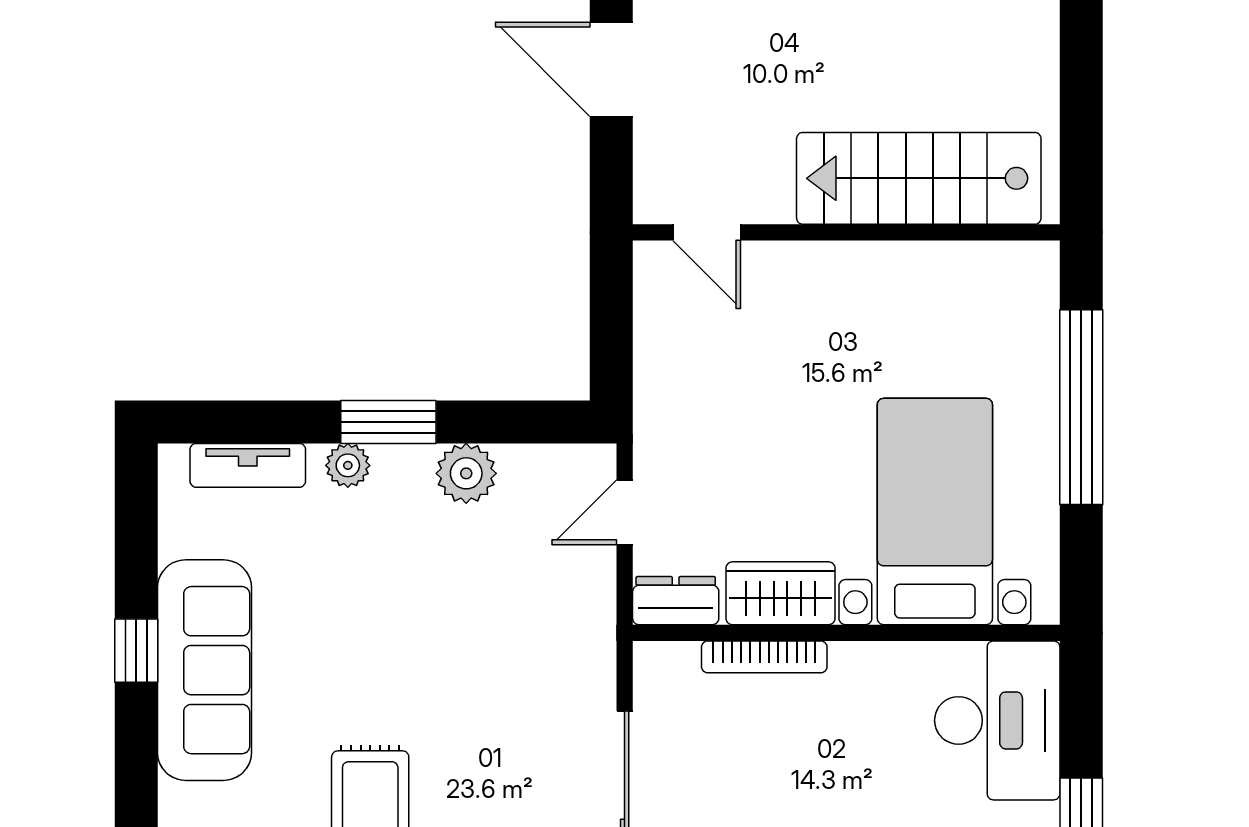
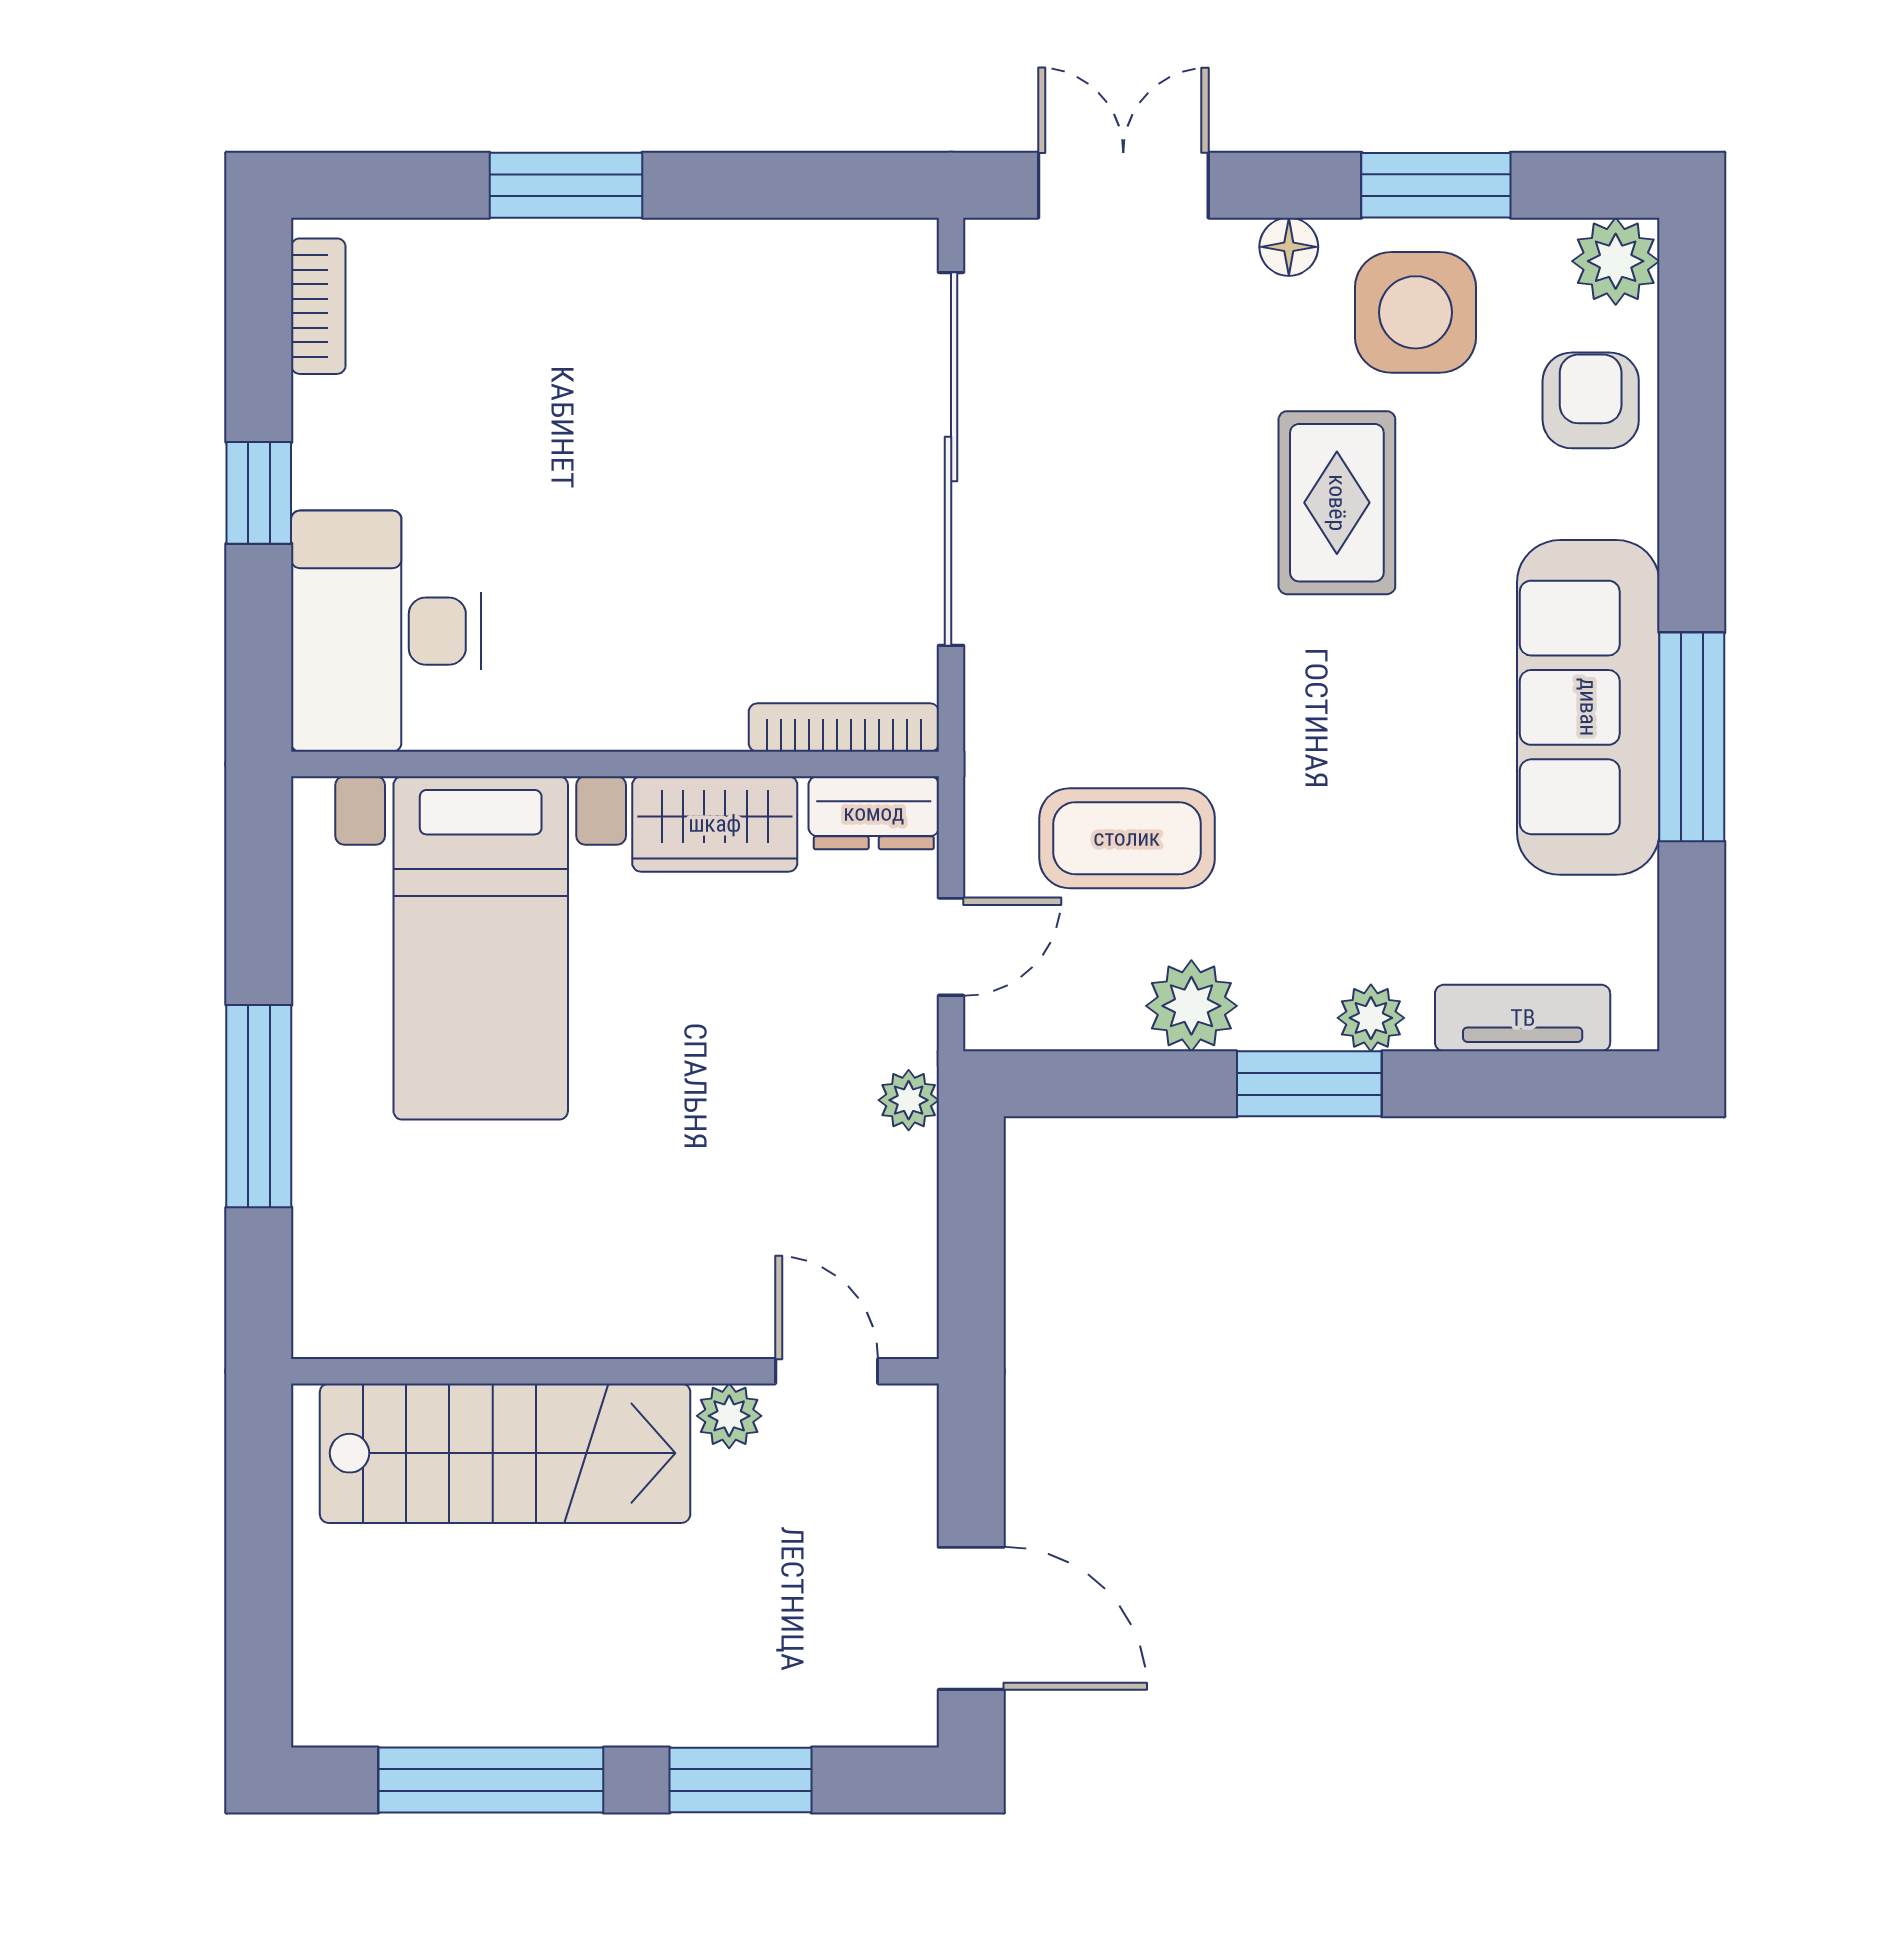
plant: (771, 203) -> (729, 1416), added
window: (1081, 407) -> (259, 1106), width x0.68
plant: (653, 411) -> (909, 1100), added
coffee table: (509, 584) -> (1127, 838), added
window: (136, 651) -> (1692, 737), width x2.17
bookcase: (764, 657) -> (844, 728), moved

